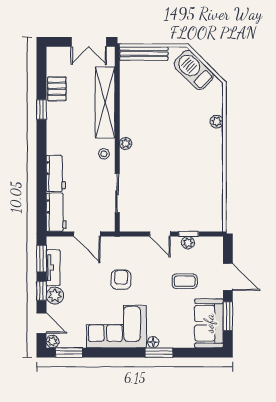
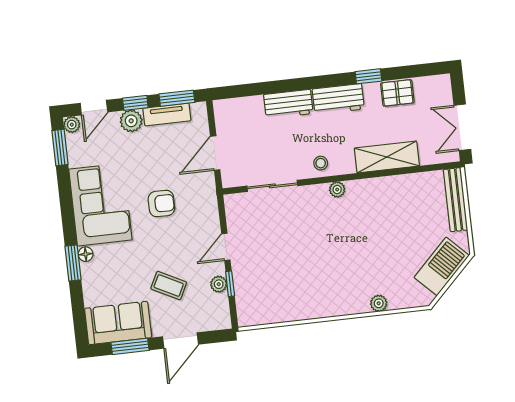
shelving: (105, 102) -> (387, 157), width x0.68
workbench: (56, 212) -> (338, 99), moved
coffee table: (185, 281) -> (169, 286), turned -63

